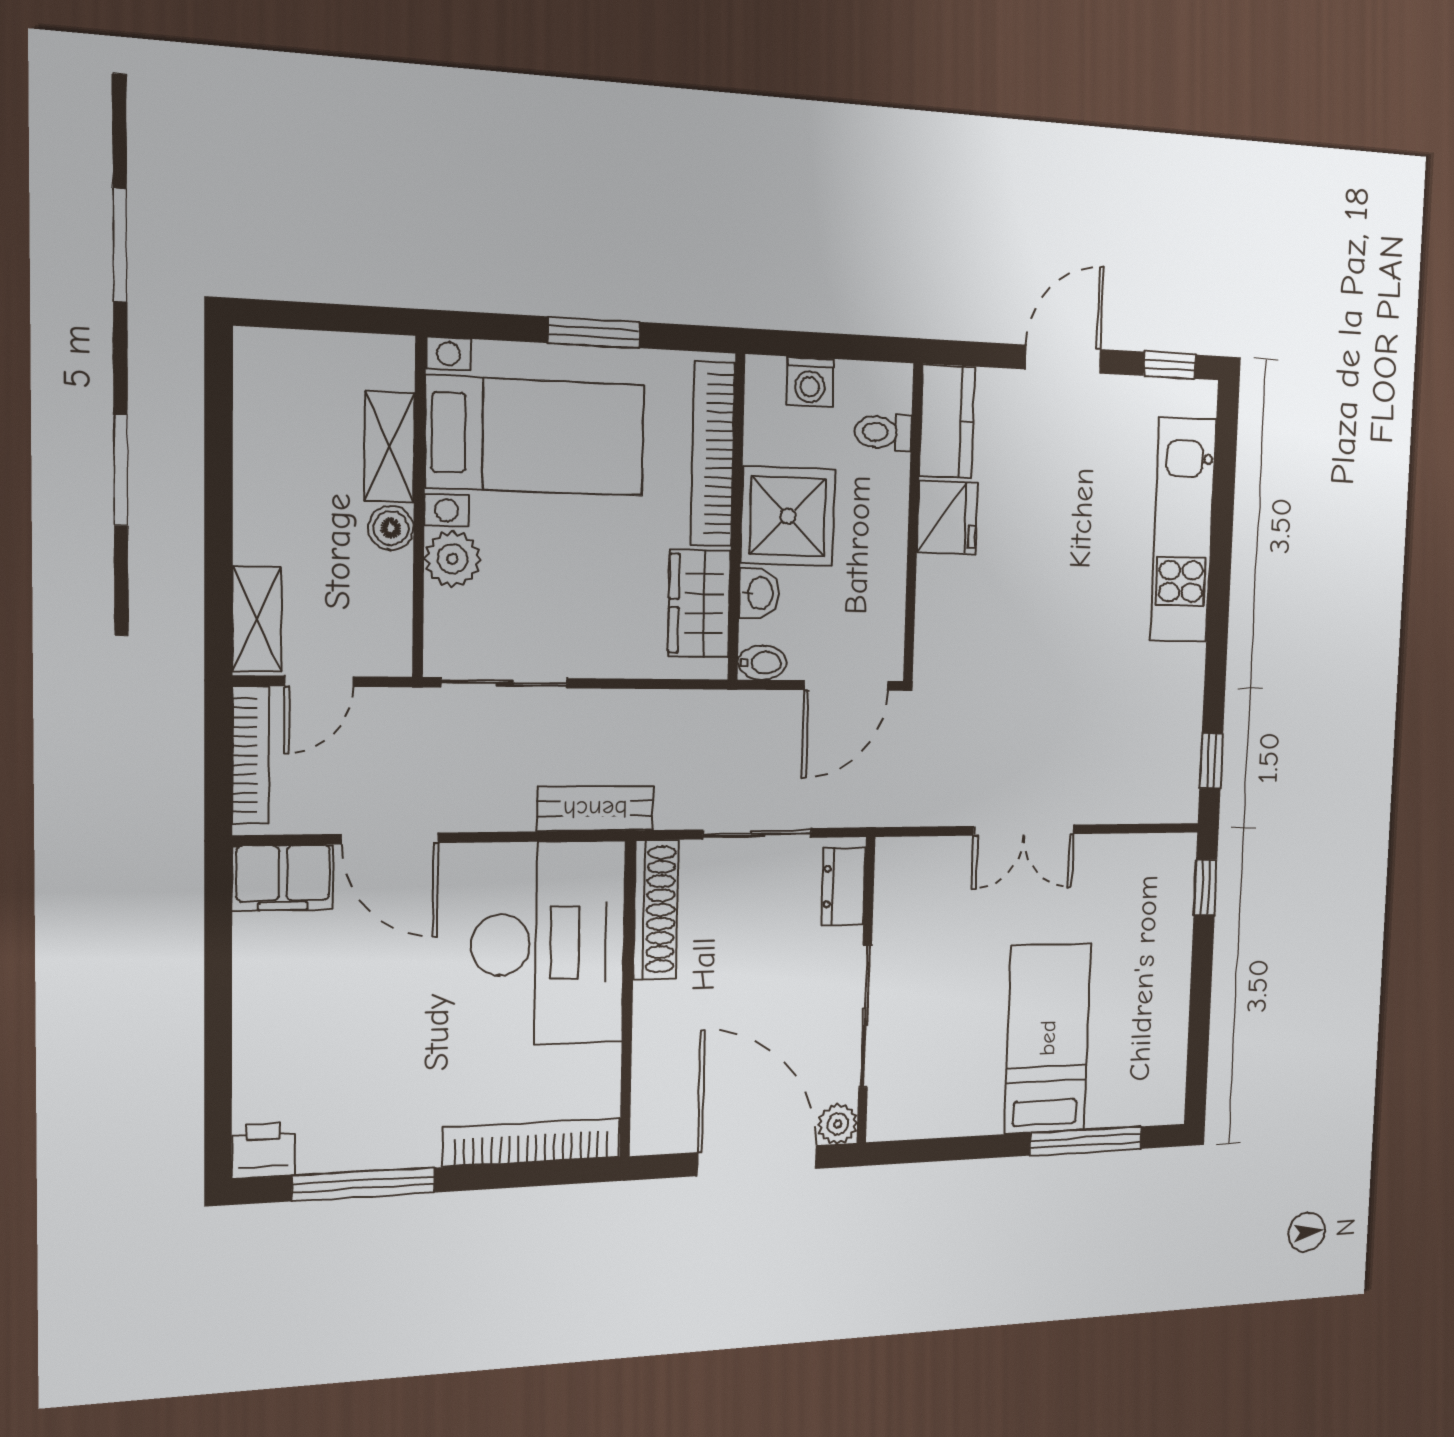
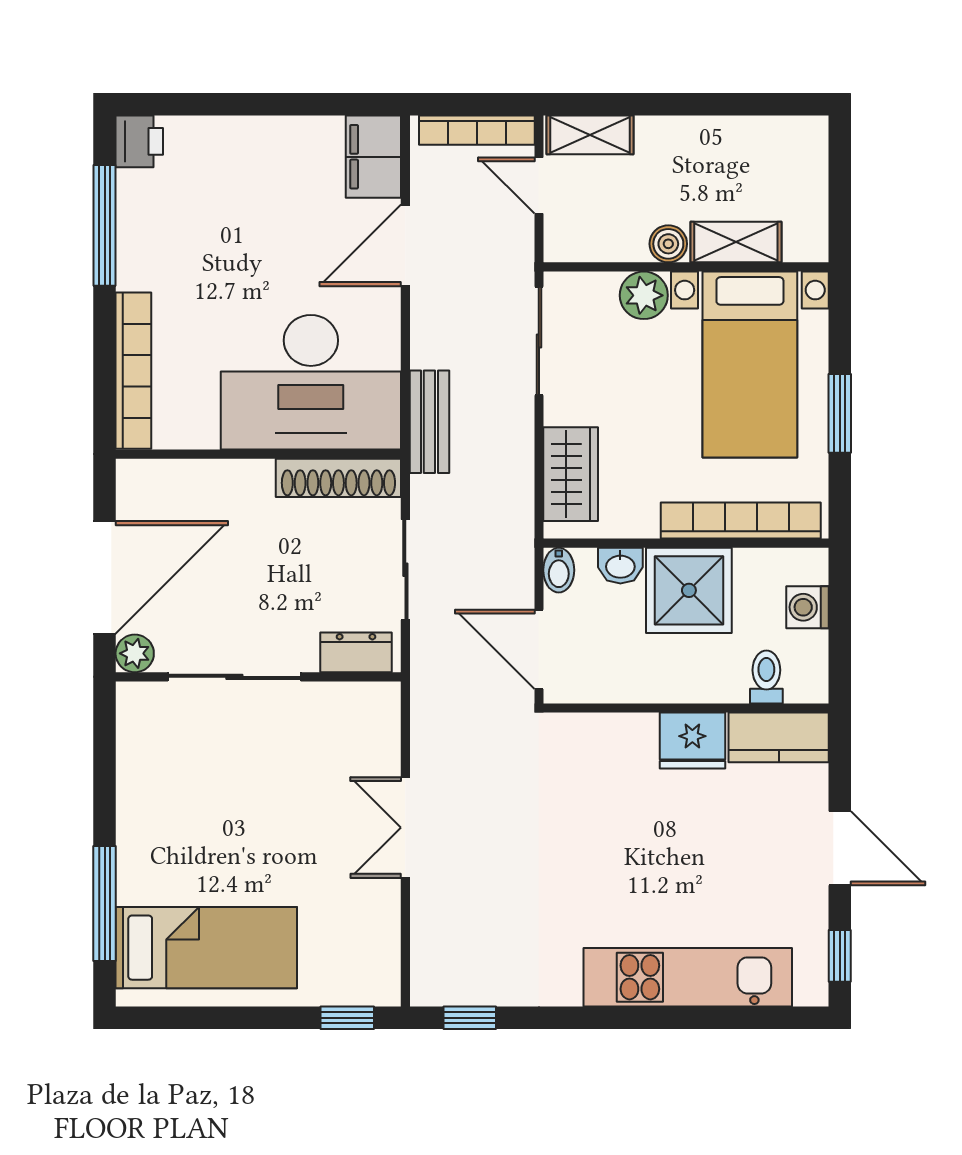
wardrobe: (699, 603) -> (571, 474), moved, turned 90
bed: (1048, 1038) -> (206, 948), moved

